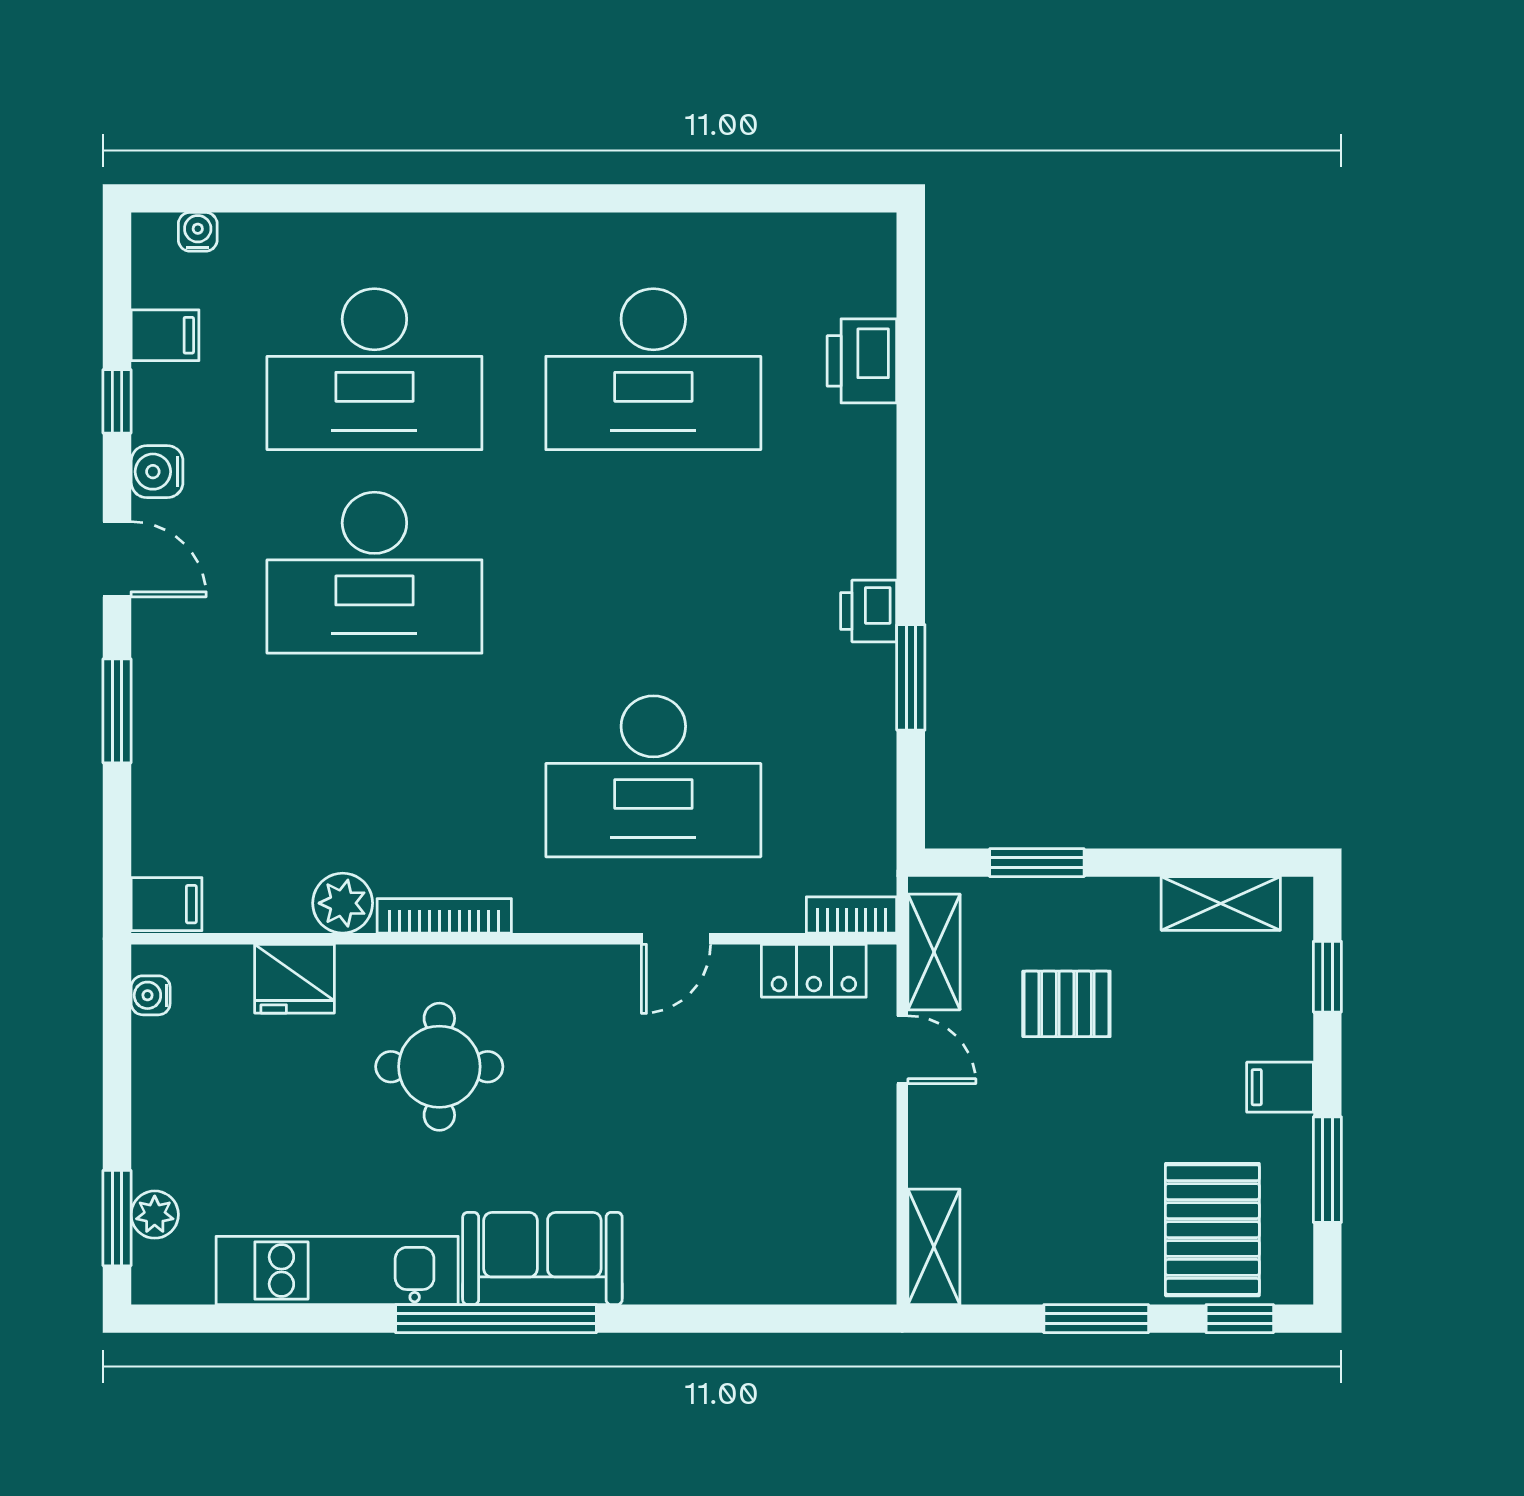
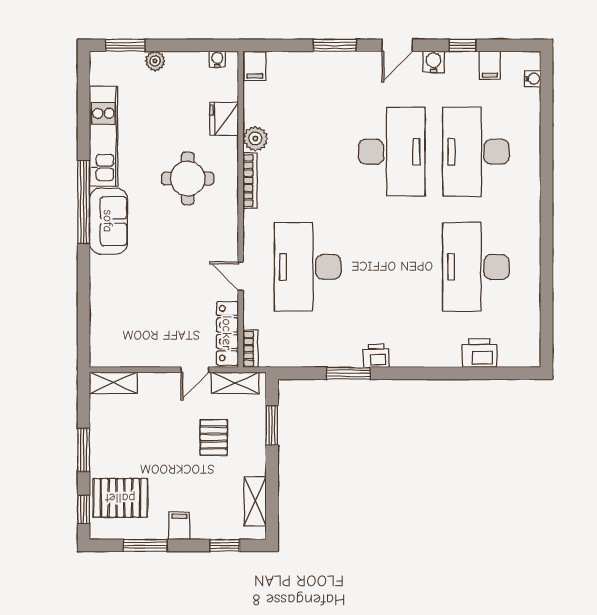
desk: (374, 573) -> (392, 152), turned 180
locker: (814, 971) -> (227, 333), width x1.53
plant: (155, 1215) -> (155, 61), moved

